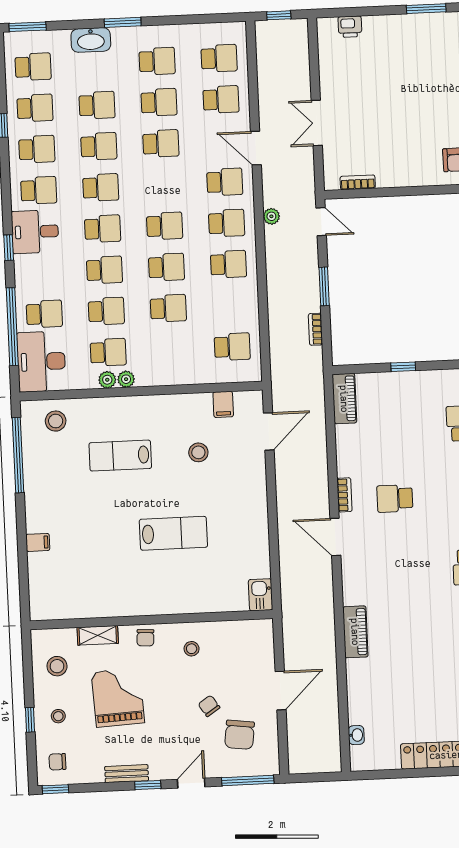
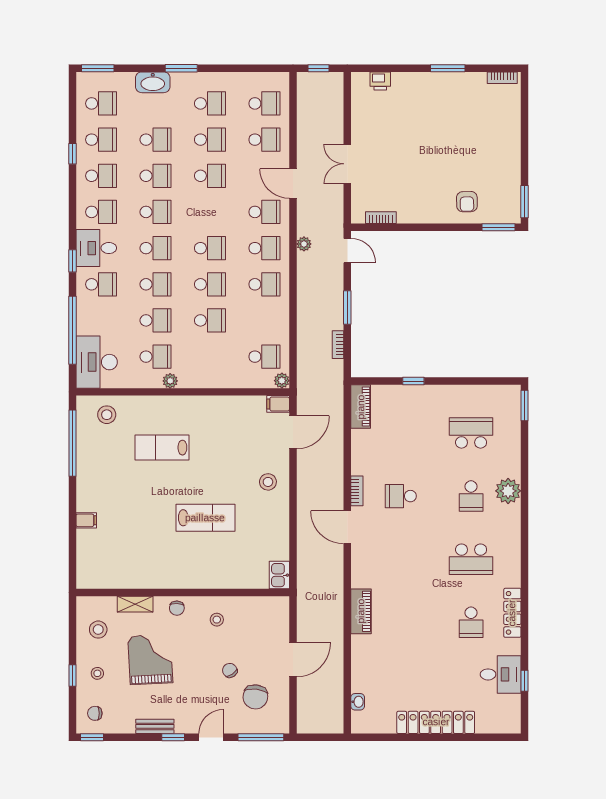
school desk: (44, 314) -> (101, 284), moved
plant: (107, 380) -> (282, 381), moved
filing cabinet: (223, 404) -> (278, 404), moved, turned 90
stool: (198, 452) -> (268, 482), moved

